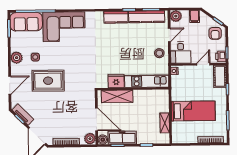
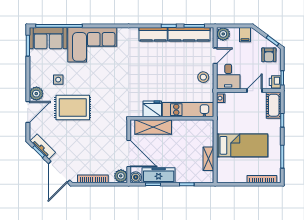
plant: (17, 58) -> (36, 94), moved

